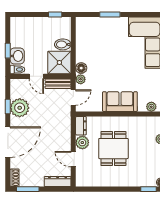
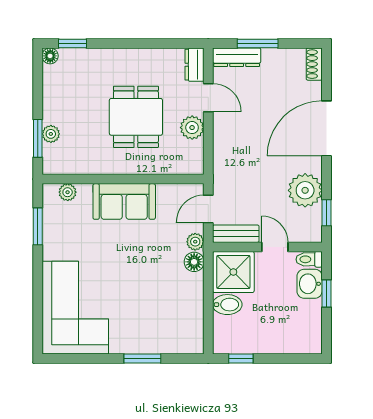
window: (8, 106) -> (326, 213), moved
dresser: (81, 126) -> (194, 65), moved
window: (28, 189) -> (258, 43), moved

